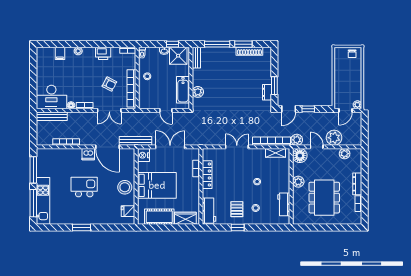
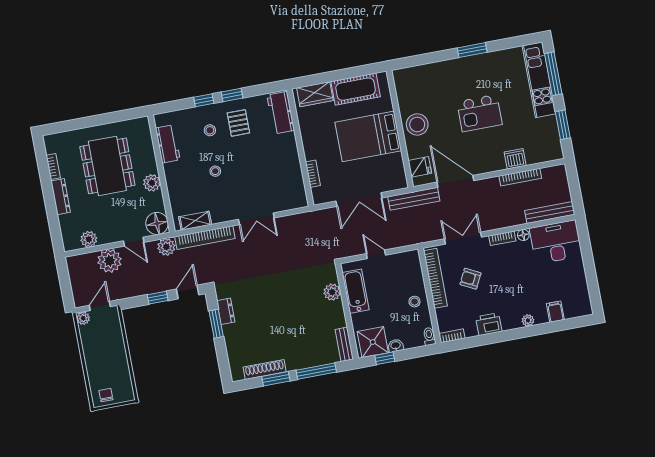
dishwasher: (88, 154) -> (515, 159), moved
nightstand: (143, 155) -> (398, 179), removed
window: (33, 170) -> (563, 125), width x0.69
locker: (207, 175) -> (294, 168), removed
fridge: (128, 211) -> (420, 167), moved
window: (256, 228) -> (204, 100), added

